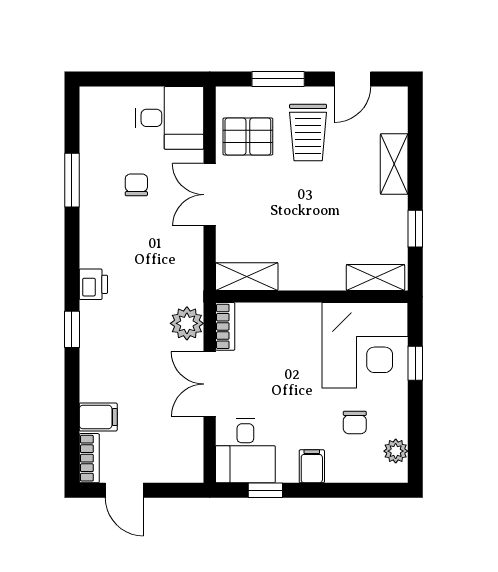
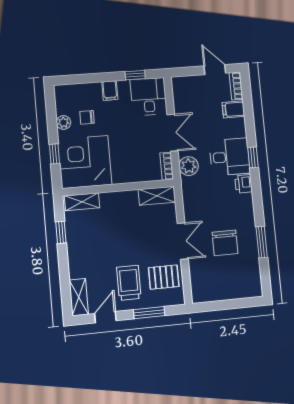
desk: (170, 118) -> (230, 157), moved, turned 180
shelving: (394, 164) -> (79, 297), moved
chair: (136, 185) -> (225, 243), width x1.87, depth x1.87
chair: (355, 422) -> (87, 117), turned -90
plant: (396, 451) -> (64, 122), moved

